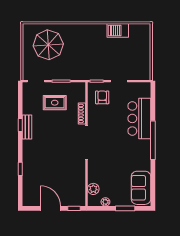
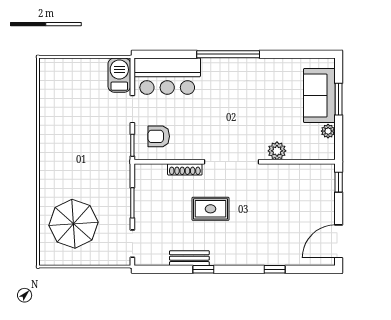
barbecue: (118, 30) -> (119, 75), moved, turned 180
rug: (55, 103) -> (210, 209), moved, turned 90
bar counter: (139, 118) -> (167, 76), moved
bench: (27, 127) -> (189, 258), moved
sofa: (141, 188) -> (319, 96), moved, turned 90
plant: (93, 189) -> (277, 151), moved
door: (51, 208) -> (339, 241), moved

